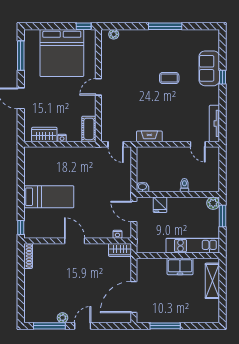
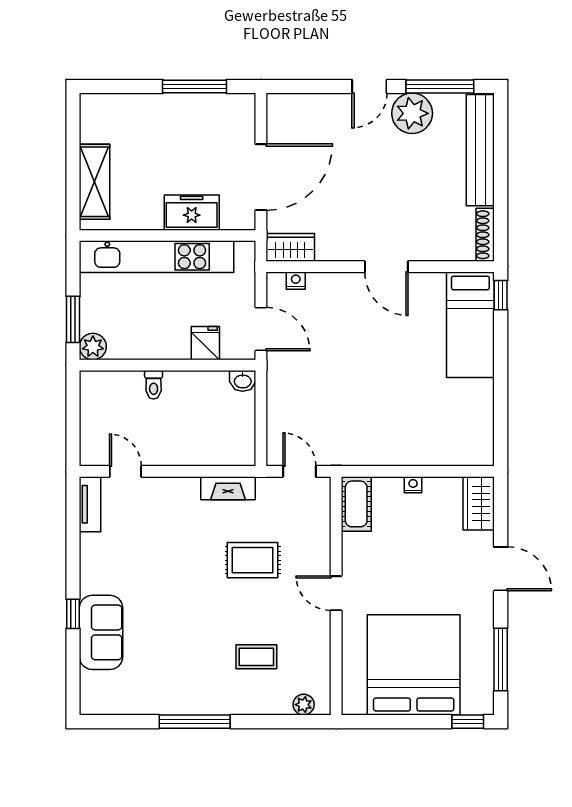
window: (84, 26) -> (468, 722), moved
coffee table: (169, 78) -> (256, 657), moved
door: (98, 87) -> (336, 593), swing flipped
rug: (138, 102) -> (253, 560), added
tv unit: (214, 123) -> (90, 504), width x0.71
wardrobe: (44, 135) -> (479, 503), moved, turned 90
bed: (49, 197) -> (470, 325), moved, turned -90
kitchen unit: (193, 246) -> (157, 257), width x1.36
freezer: (180, 266) -> (192, 213), moved
bench: (30, 296) -> (480, 150), added
door: (134, 297) -> (261, 177), moved
plant: (63, 318) -> (412, 113), width x1.87, depth x1.87

